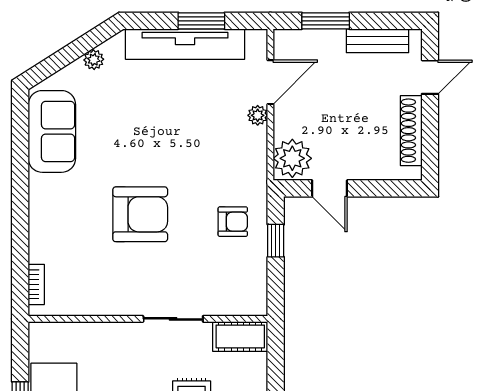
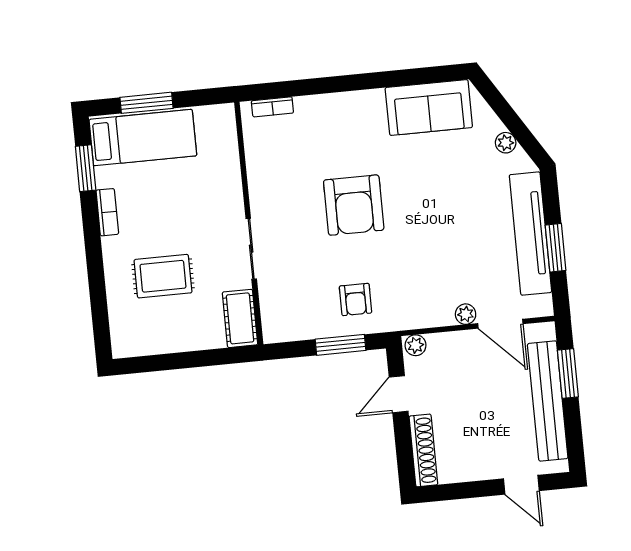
bench: (378, 41) -> (548, 401), width x1.86, depth x1.21
shoe rack: (411, 131) -> (423, 450), moved, turned 90
plant: (292, 158) -> (416, 345), width x0.53, depth x0.53
window: (276, 241) -> (341, 345), width x1.50

